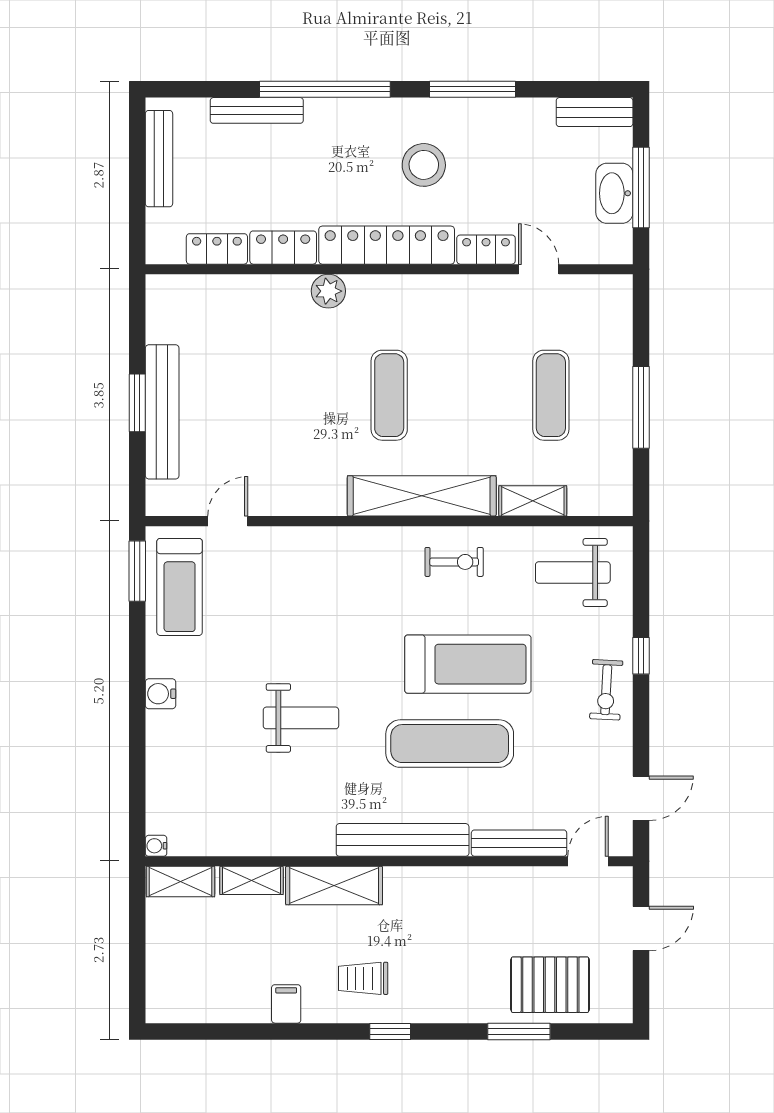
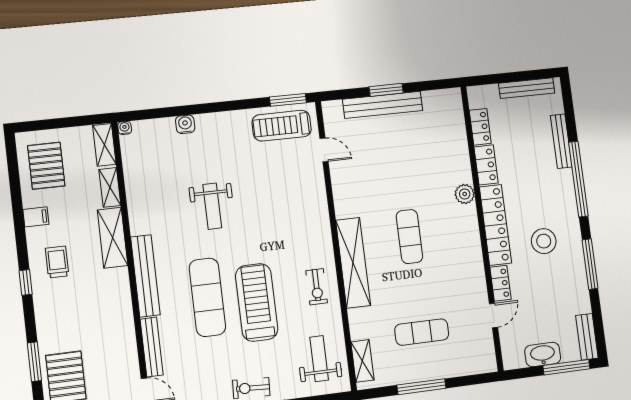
window: (641, 187) -> (567, 367), moved
exercise mat: (389, 395) -> (409, 237), turned 90
shelving: (533, 501) -> (362, 361), moved
treadmill: (468, 664) -> (257, 302), turned 180
water cooler: (161, 694) -> (185, 124), moved
pallet: (205, 978) -> (46, 166), added

